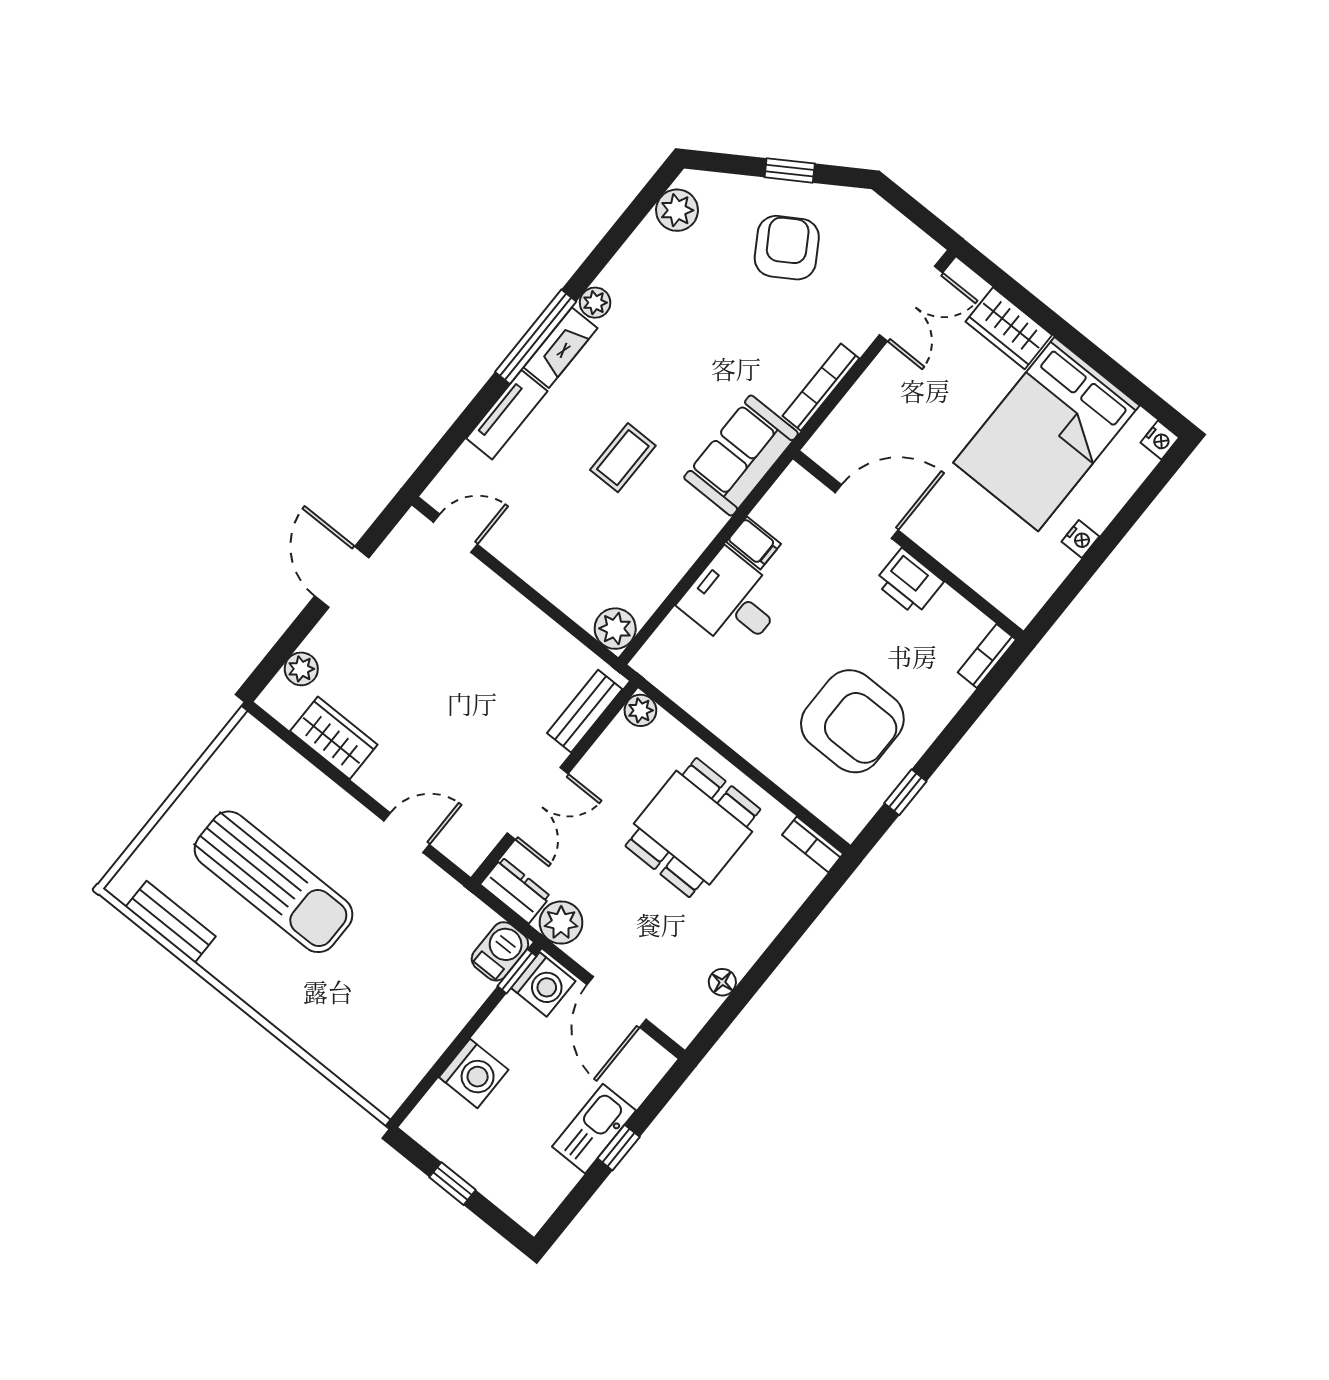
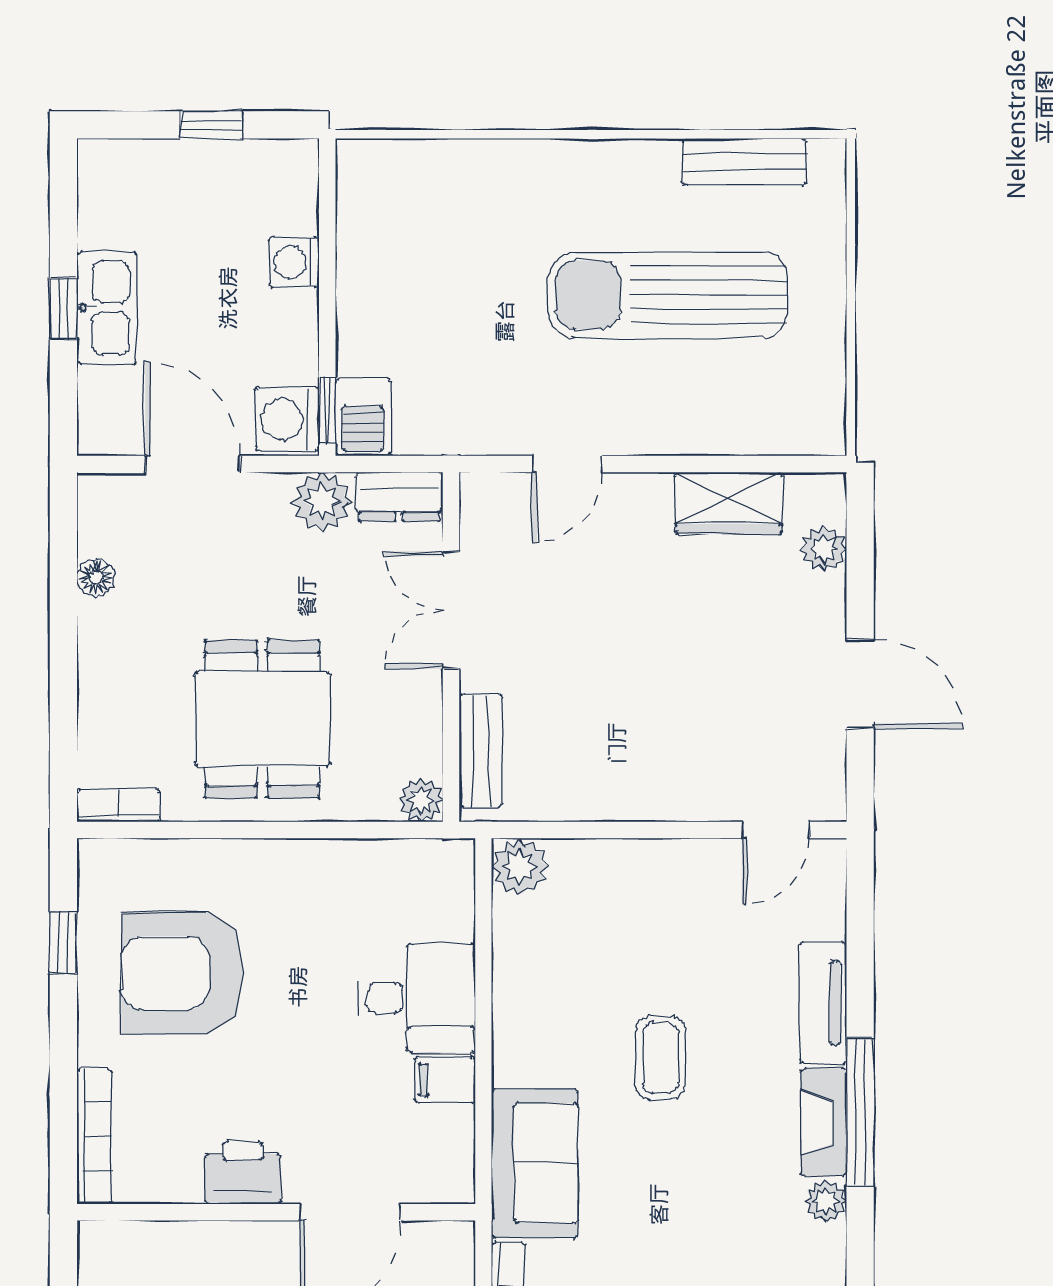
bookcase: (987, 656) -> (94, 1137), width x1.56
washing machine: (474, 1073) -> (294, 262), width x0.73, depth x0.73

